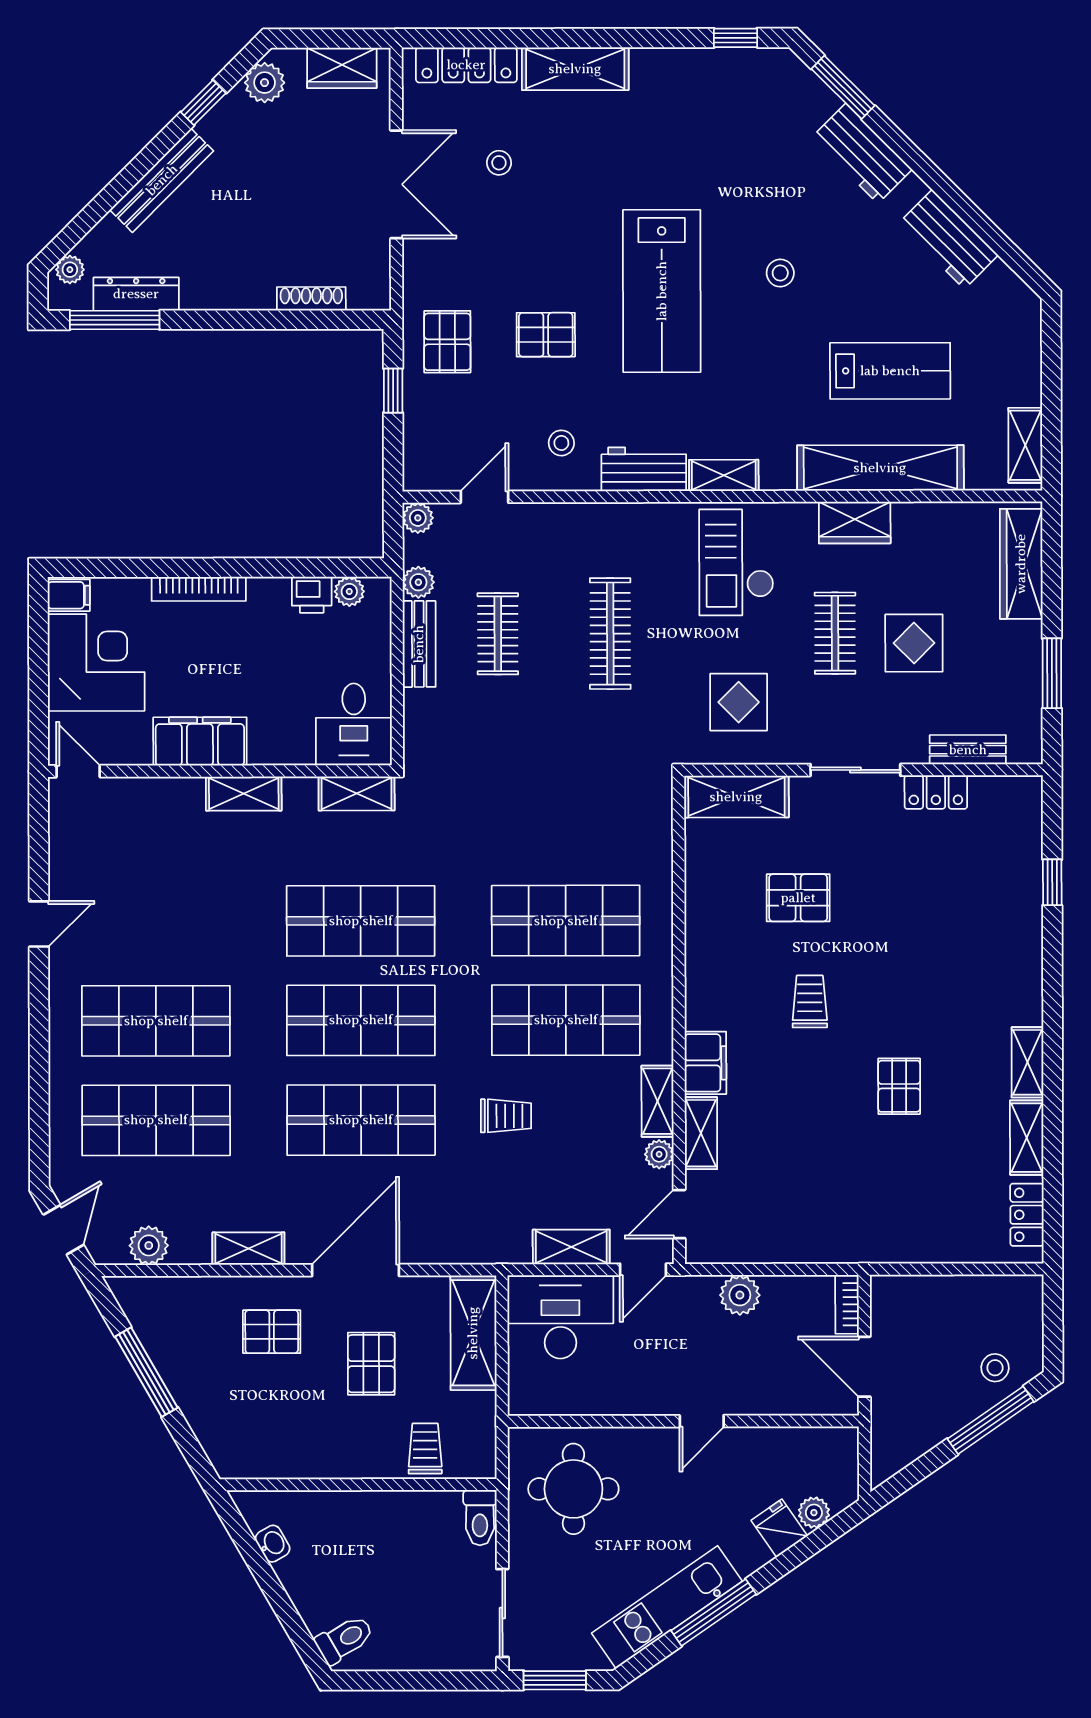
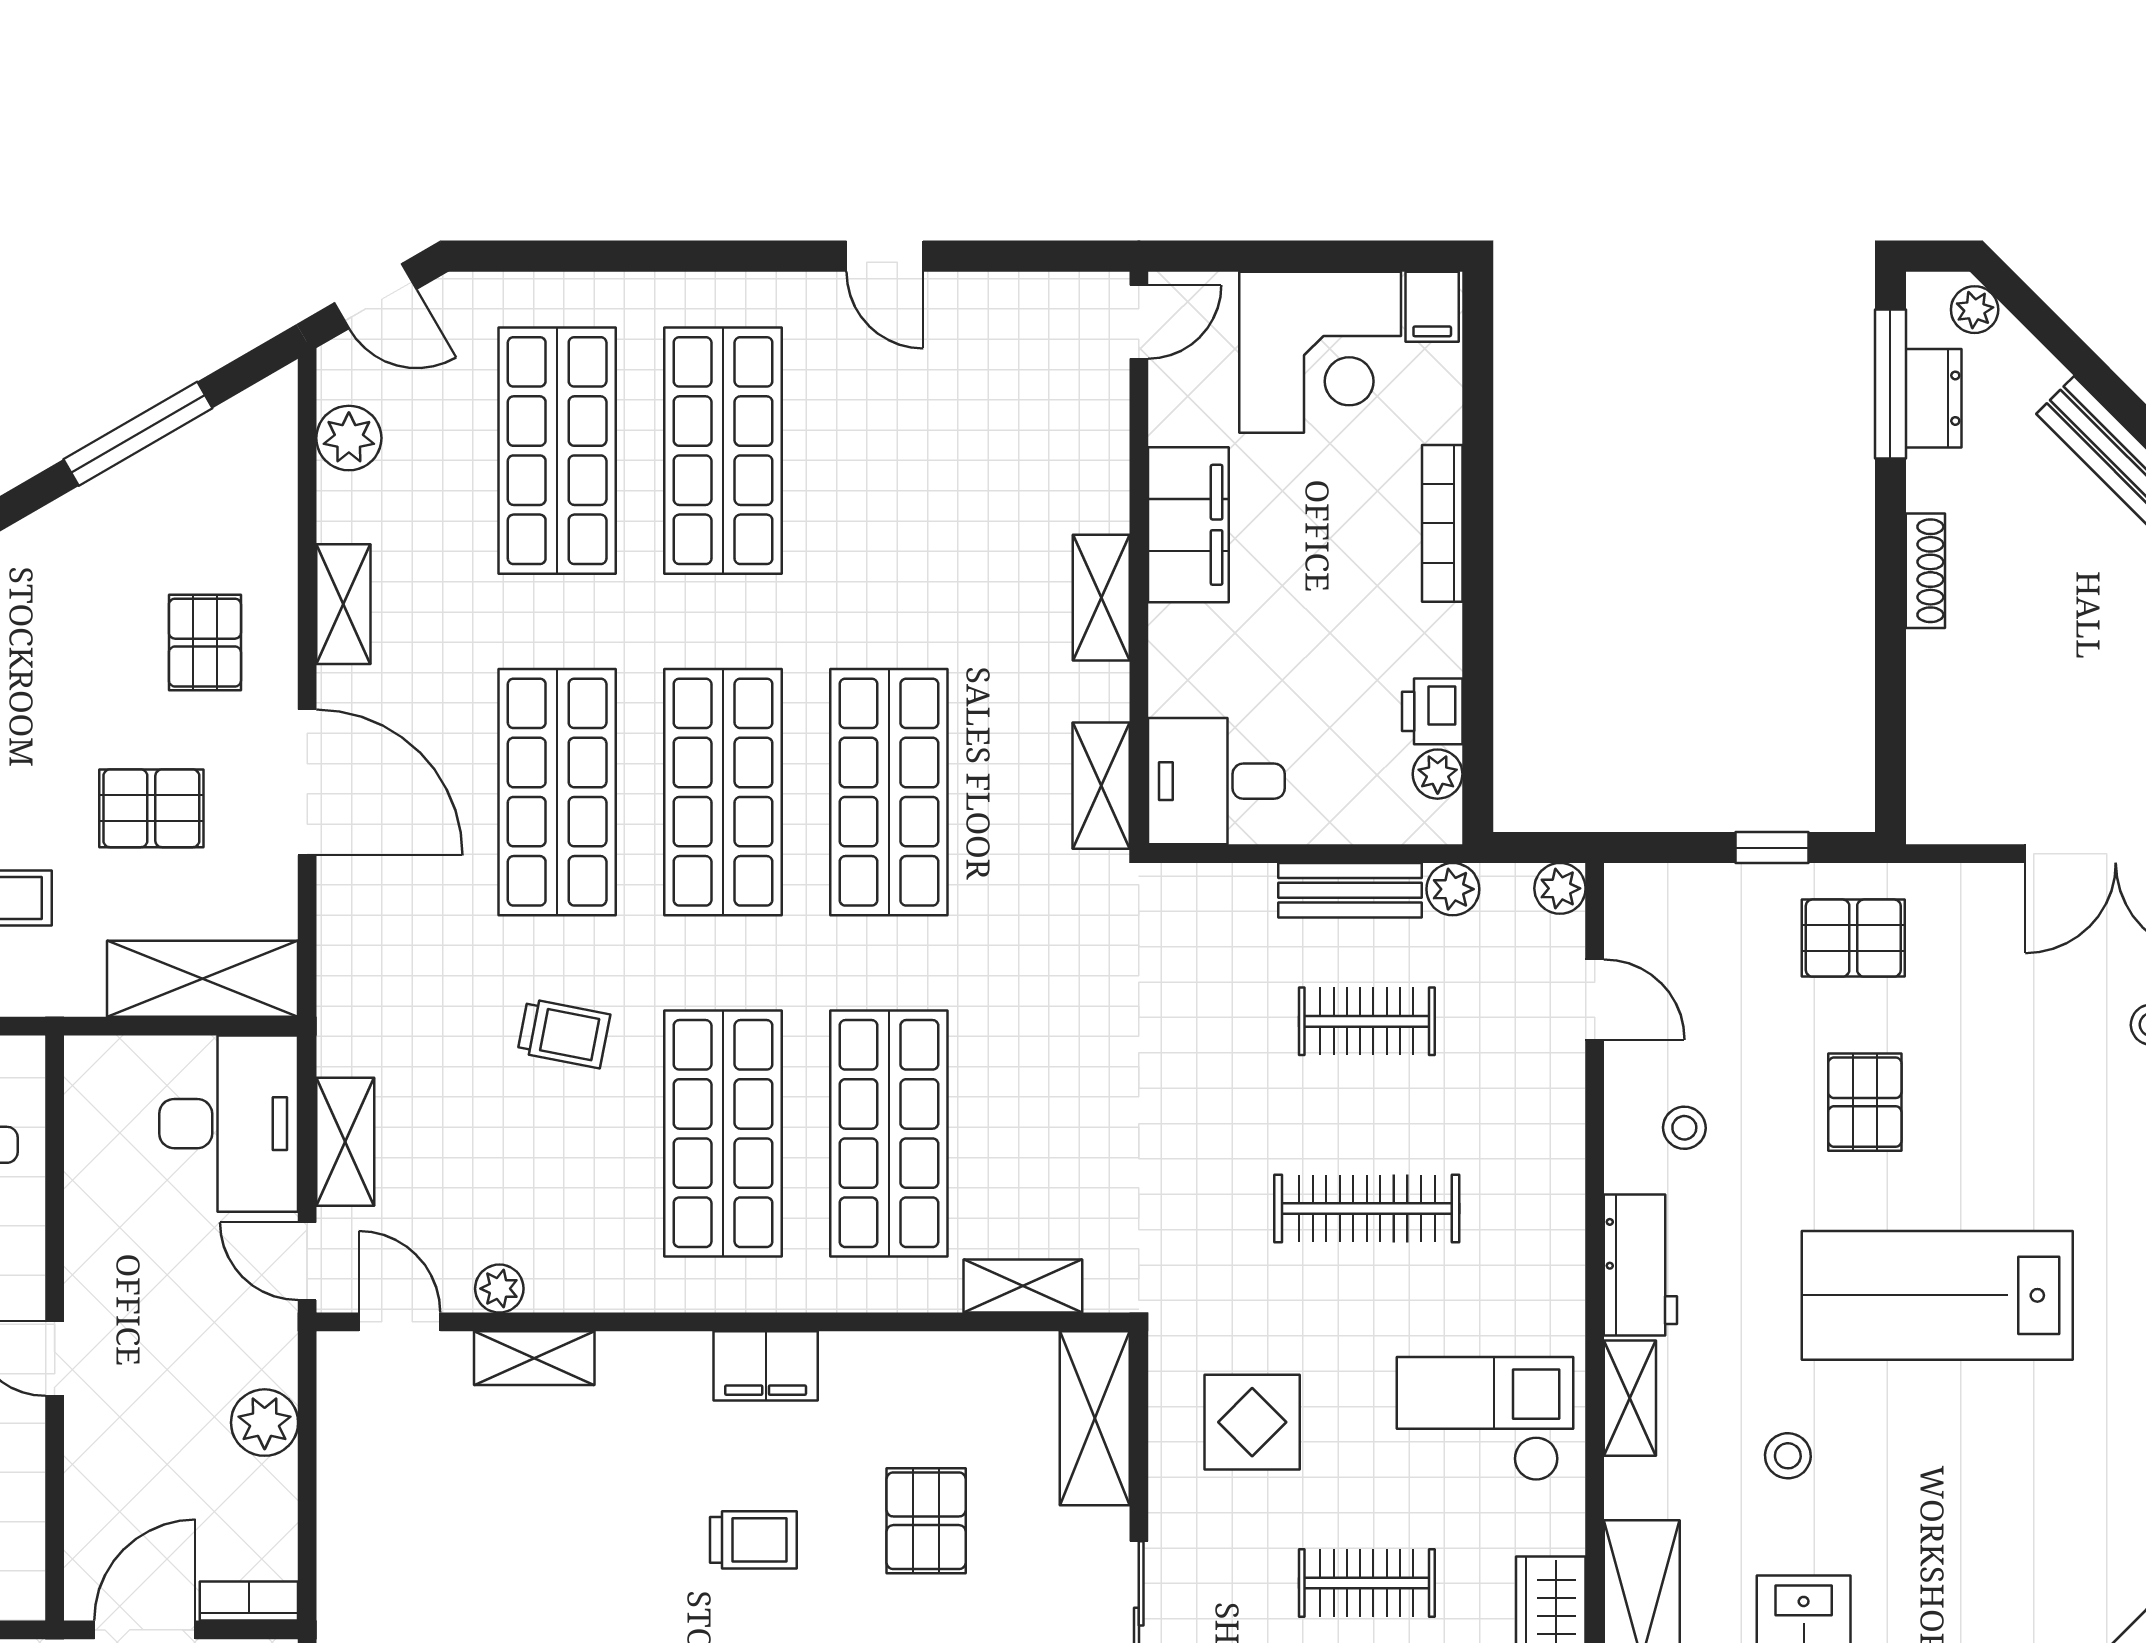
stool: (780, 273) -> (1788, 1456), moved
dresser: (136, 294) -> (1934, 398), width x0.70
shoe rack: (311, 299) -> (1925, 571), moved
filing cabinet: (705, 1063) -> (766, 1366), moved
shelving: (658, 1101) -> (1023, 1286), moved
trolley: (506, 1116) -> (564, 1033), turned -79

